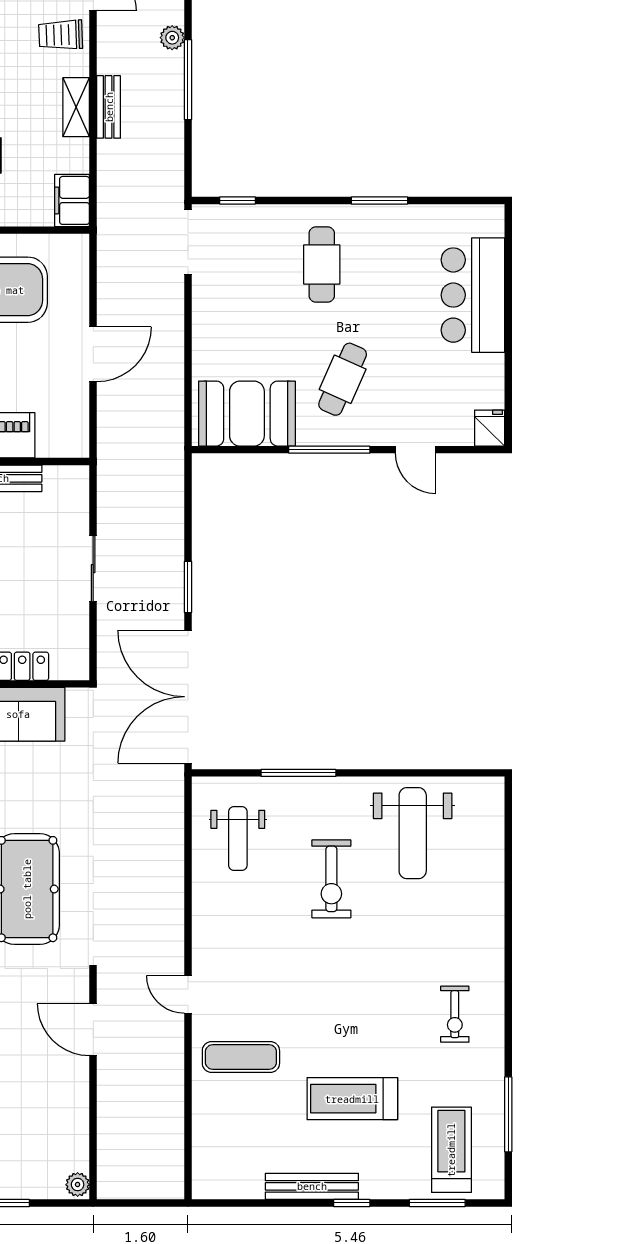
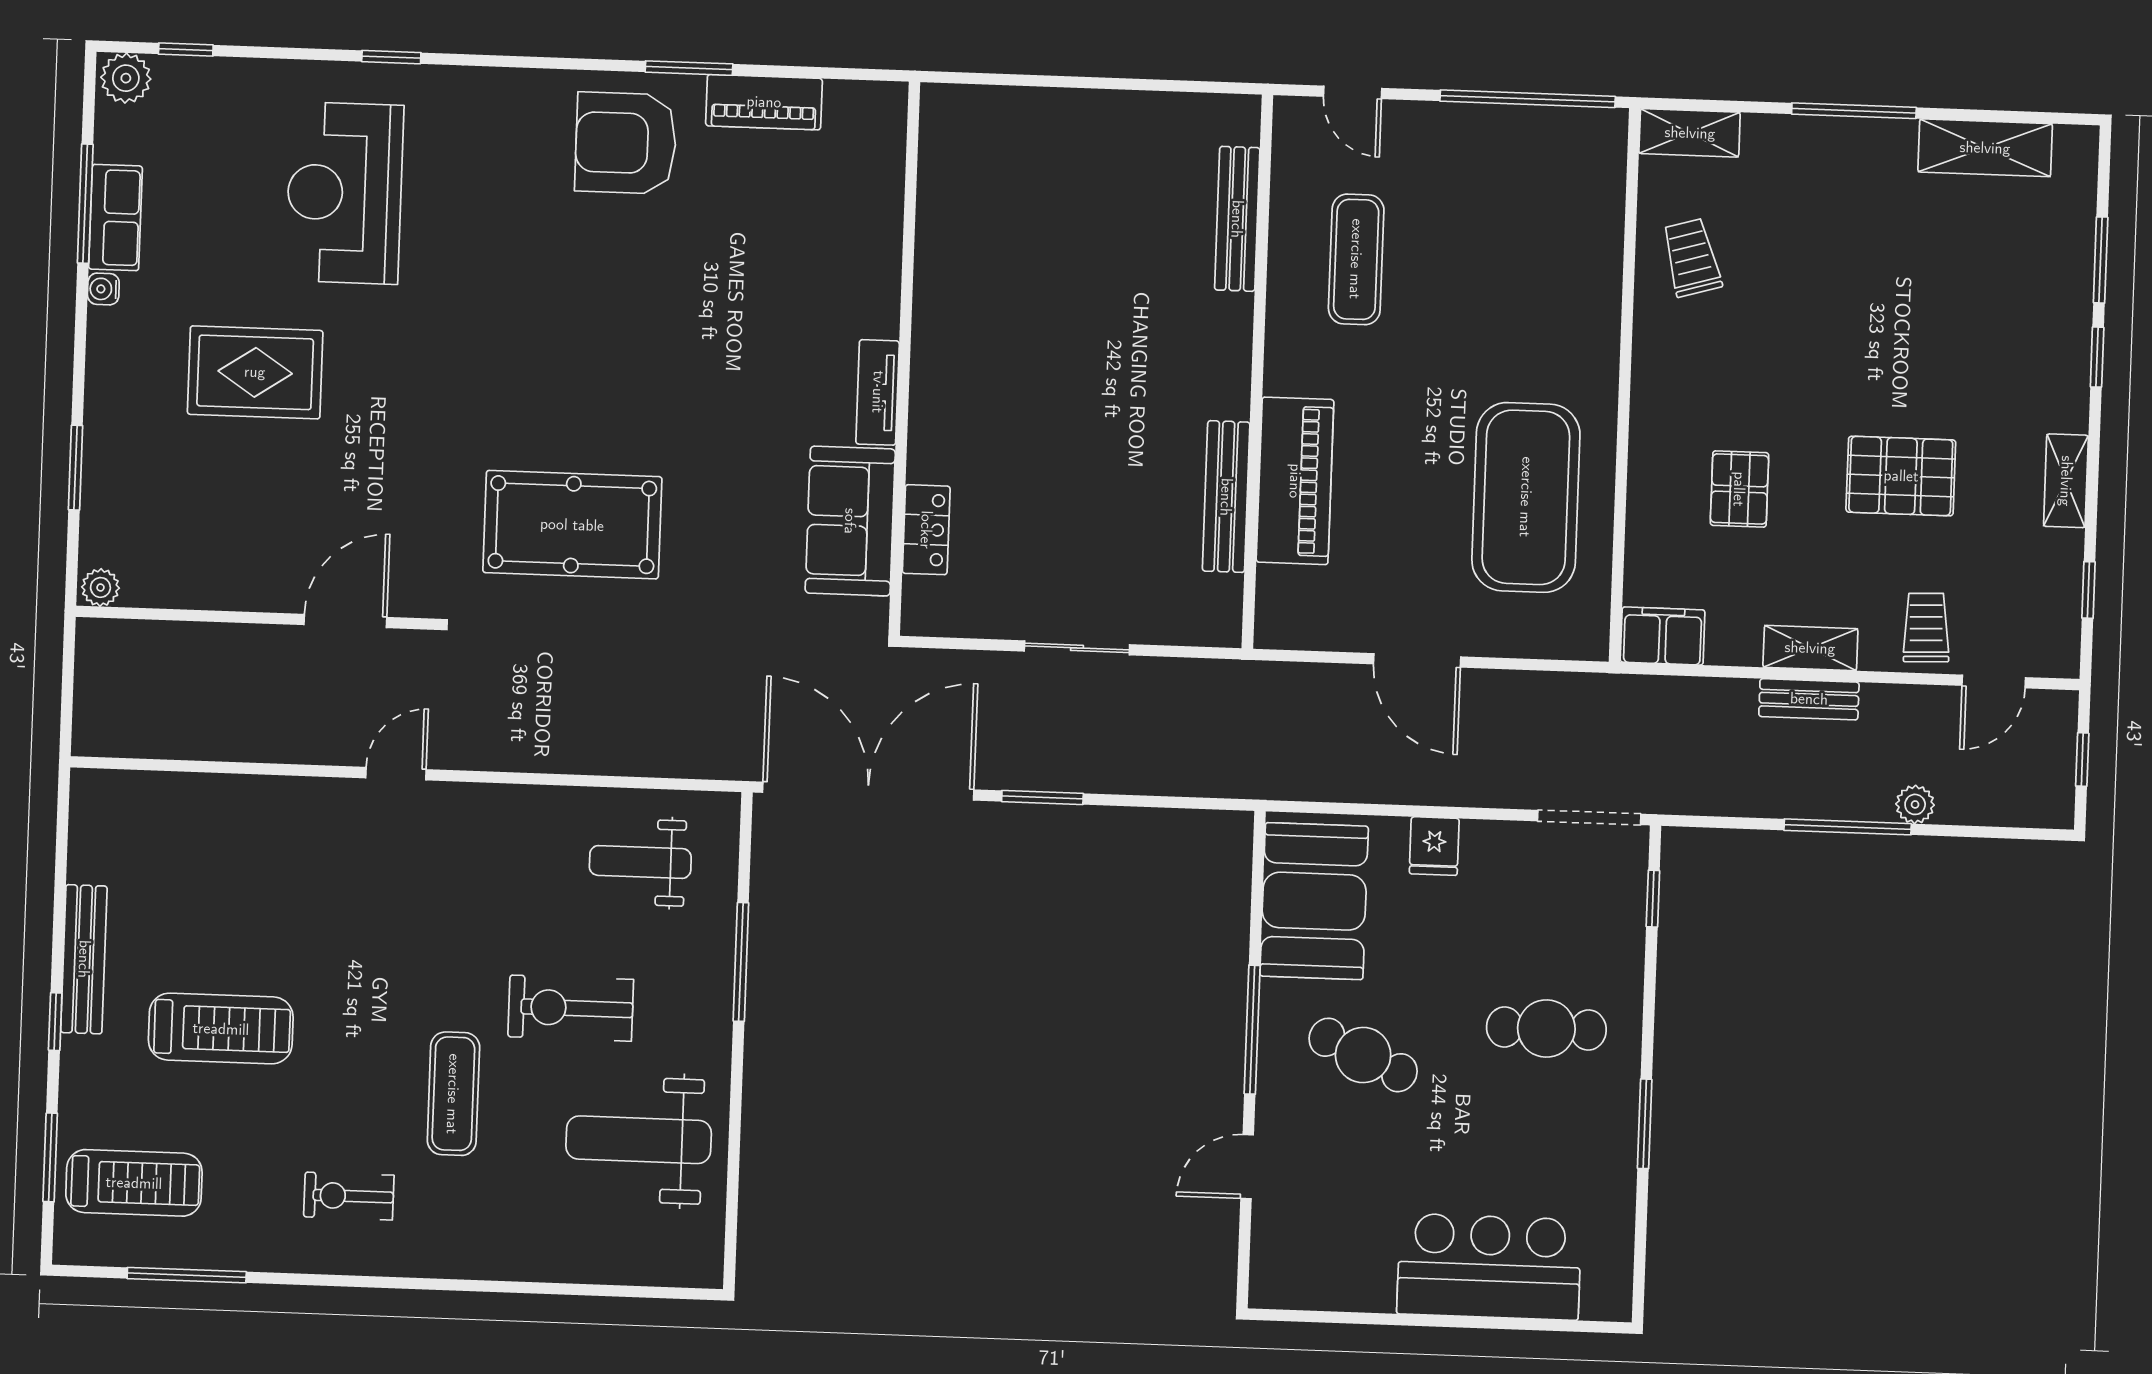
fridge: (490, 428) -> (1434, 846), moved, turned 90
exercise mat: (241, 1057) -> (453, 1094), moved
treadmill: (352, 1099) -> (221, 1029), turned 90

